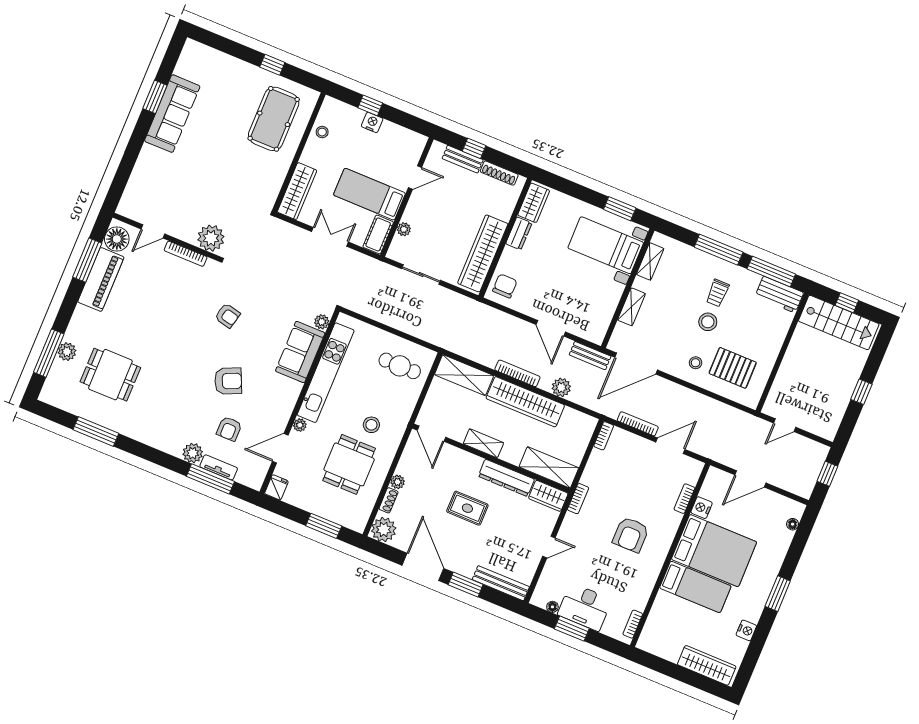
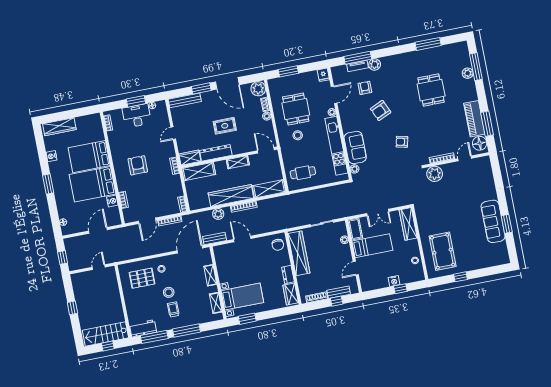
dining table: (110, 375) -> (431, 90), moved, turned 90
bed: (695, 587) -> (89, 157), width x1.50

